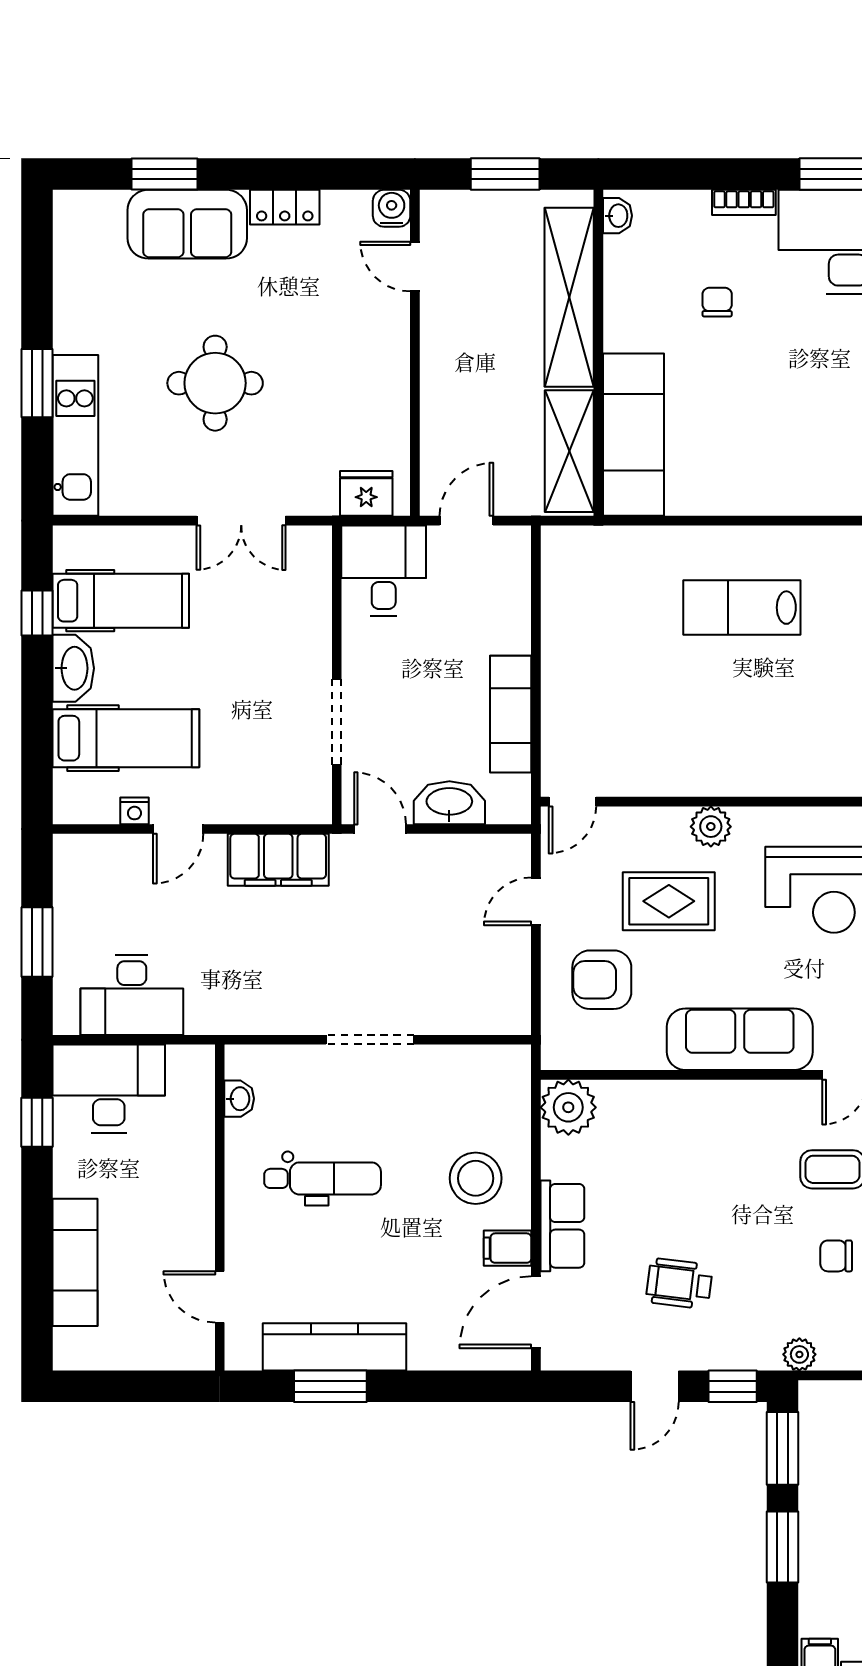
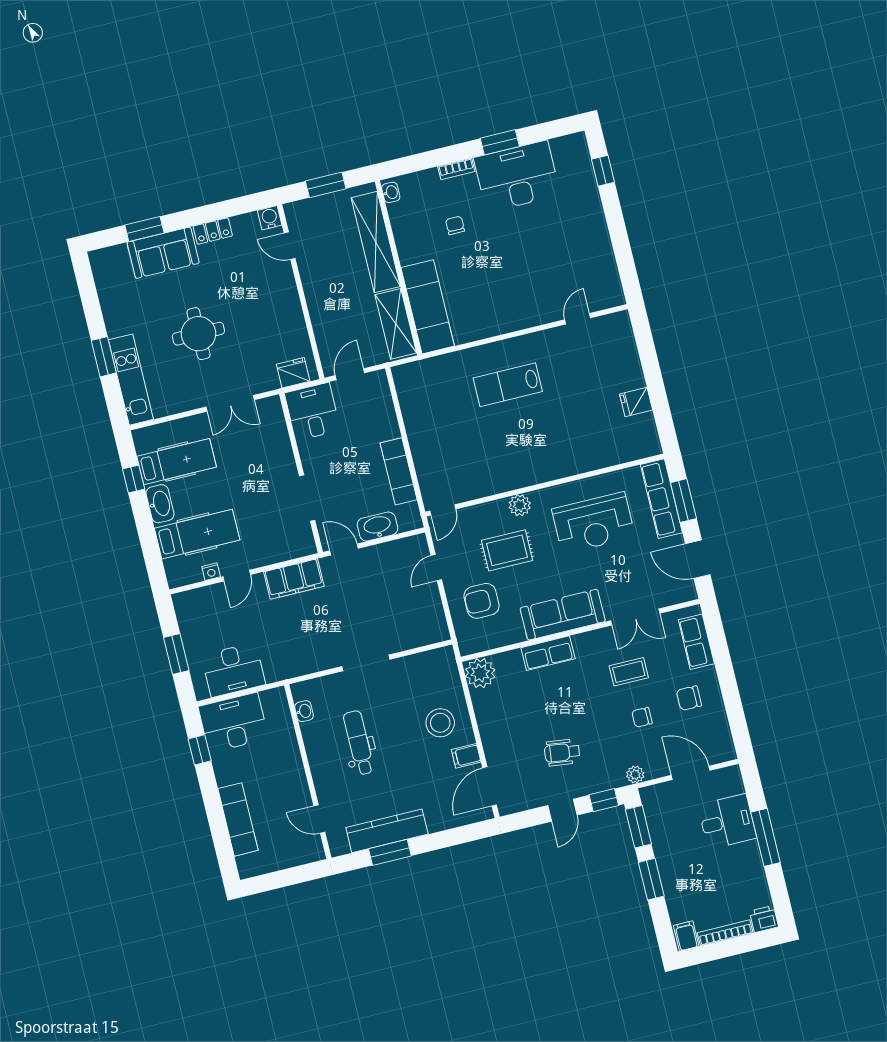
dental chair: (323, 1178) -> (359, 743), turned -90
row of seats: (562, 1226) -> (548, 653), moved, turned 90

